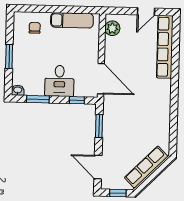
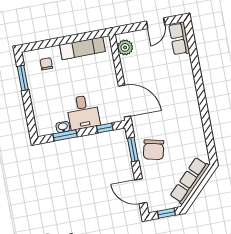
row of seats: (165, 47) -> (179, 39), width x0.50
window: (9, 56) -> (23, 78), moved
washbasin: (18, 90) -> (63, 127), moved
chair: (119, 131) -> (154, 150), added

